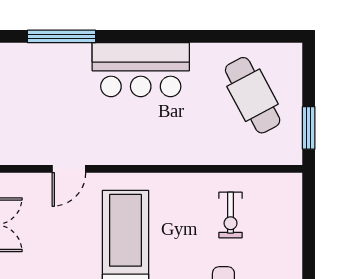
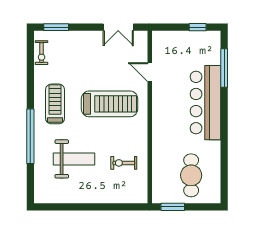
bar counter: (141, 70) -> (205, 103), width x1.36
cafe table: (253, 95) -> (191, 175), turned -62

